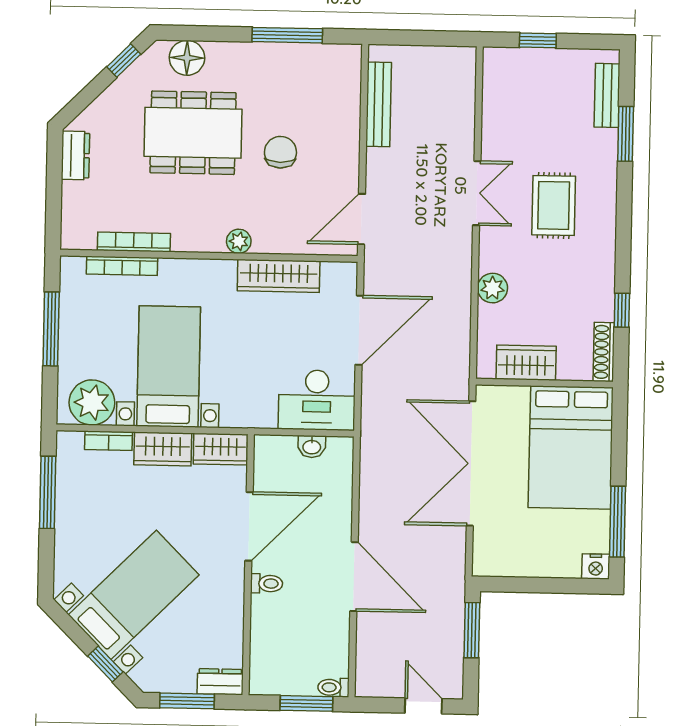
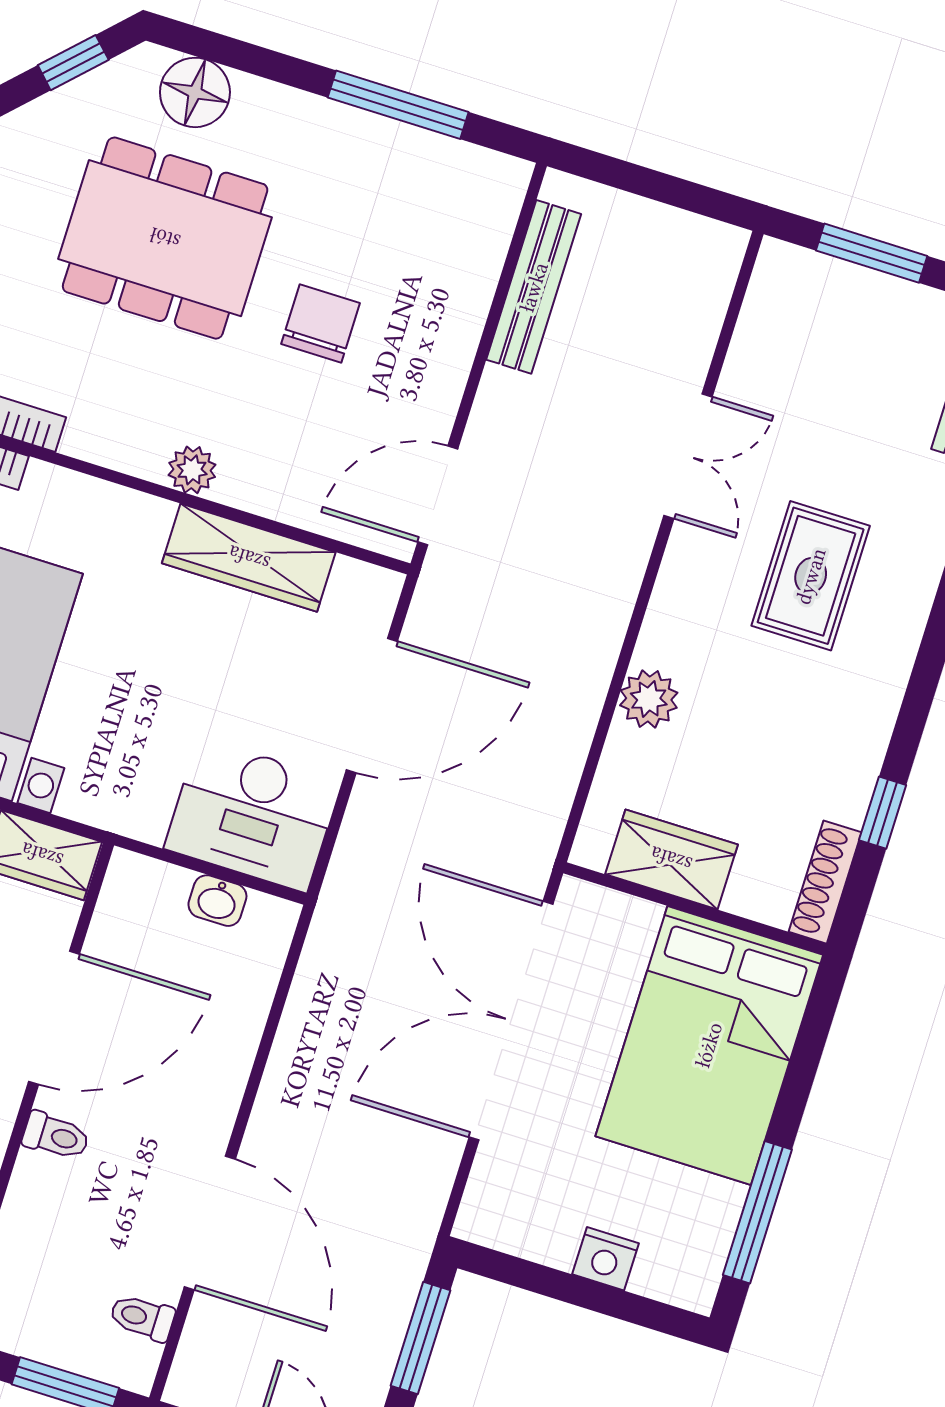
window: (538, 40) -> (872, 253), width x1.50
double door: (477, 193) -> (688, 456), moved
nightstand: (596, 567) -> (605, 1259), moved
door: (354, 577) -> (210, 1223), moved
toilet: (333, 687) -> (142, 1318), moved

